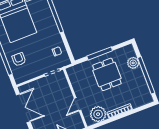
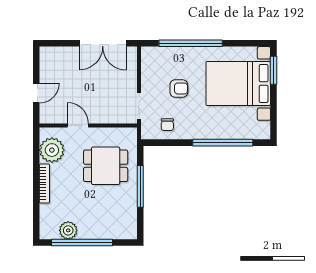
armchair: (19, 59) -> (179, 88), moved
plant: (133, 63) -> (68, 230), moved
dining table: (107, 74) -> (106, 166), moved

